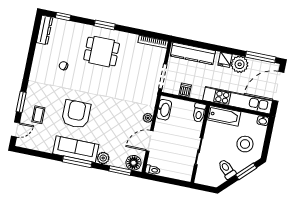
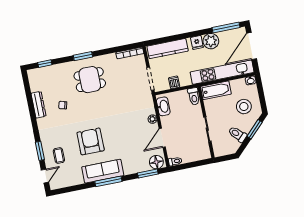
dresser: (45, 30) -> (39, 105), moved
plant: (103, 158) -> (129, 169), removed

